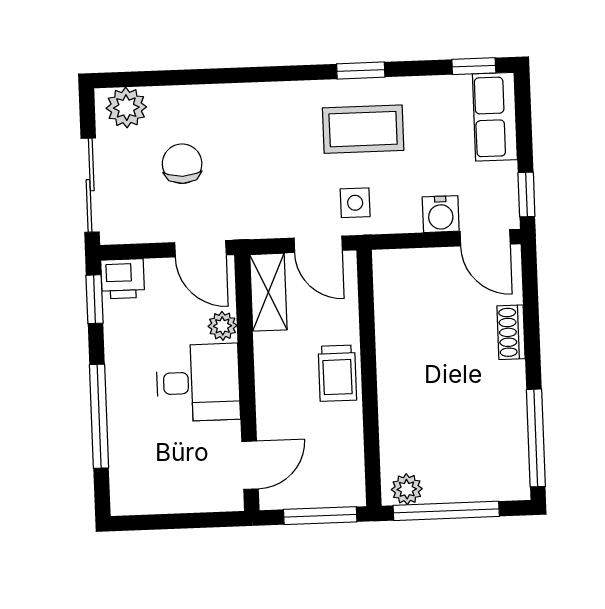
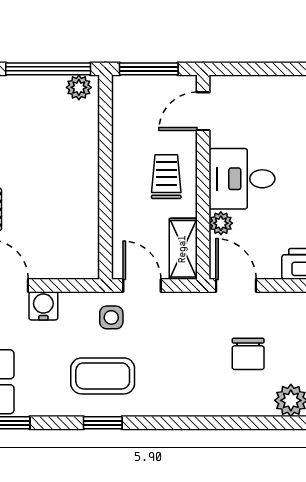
trolley: (337, 373) -> (166, 177), moved

